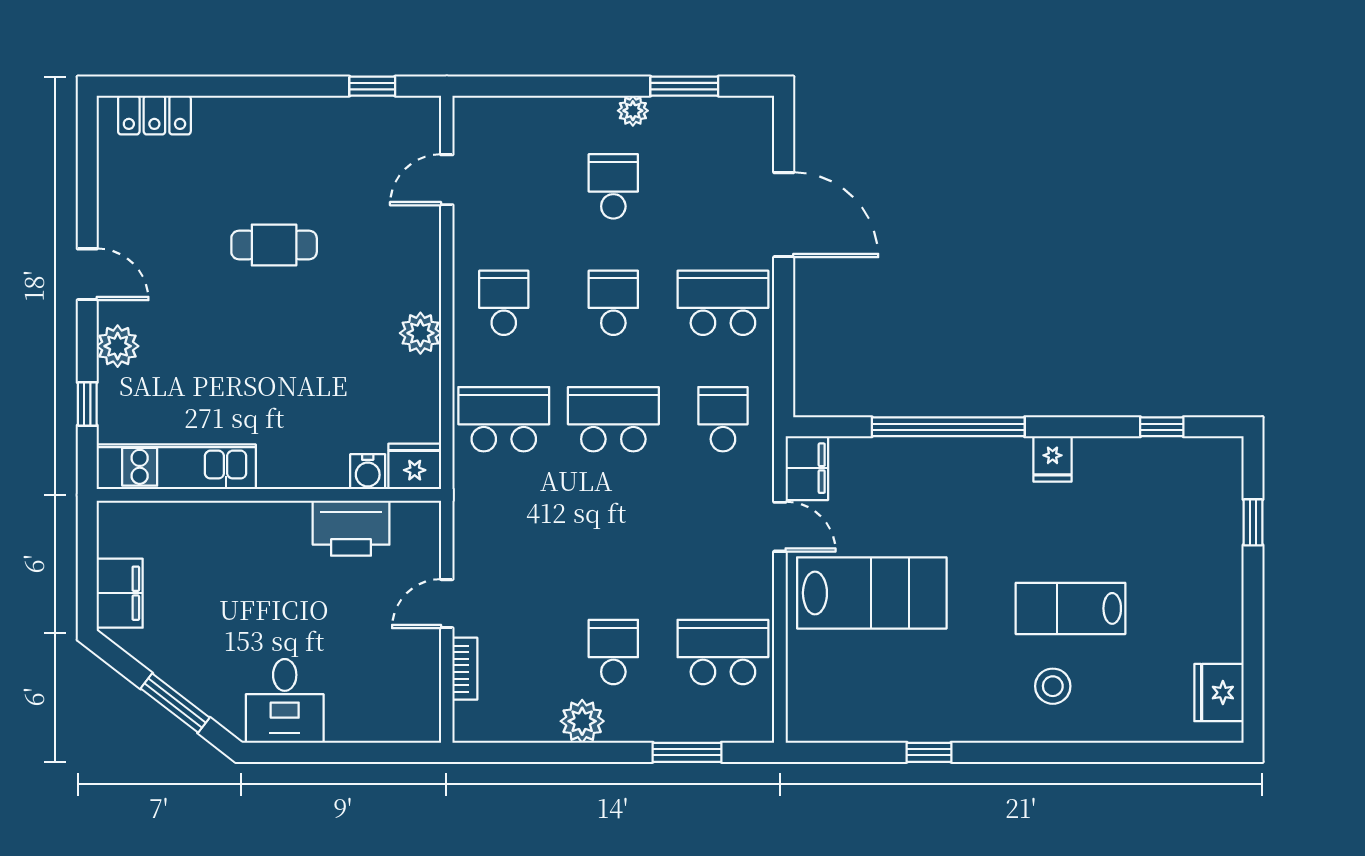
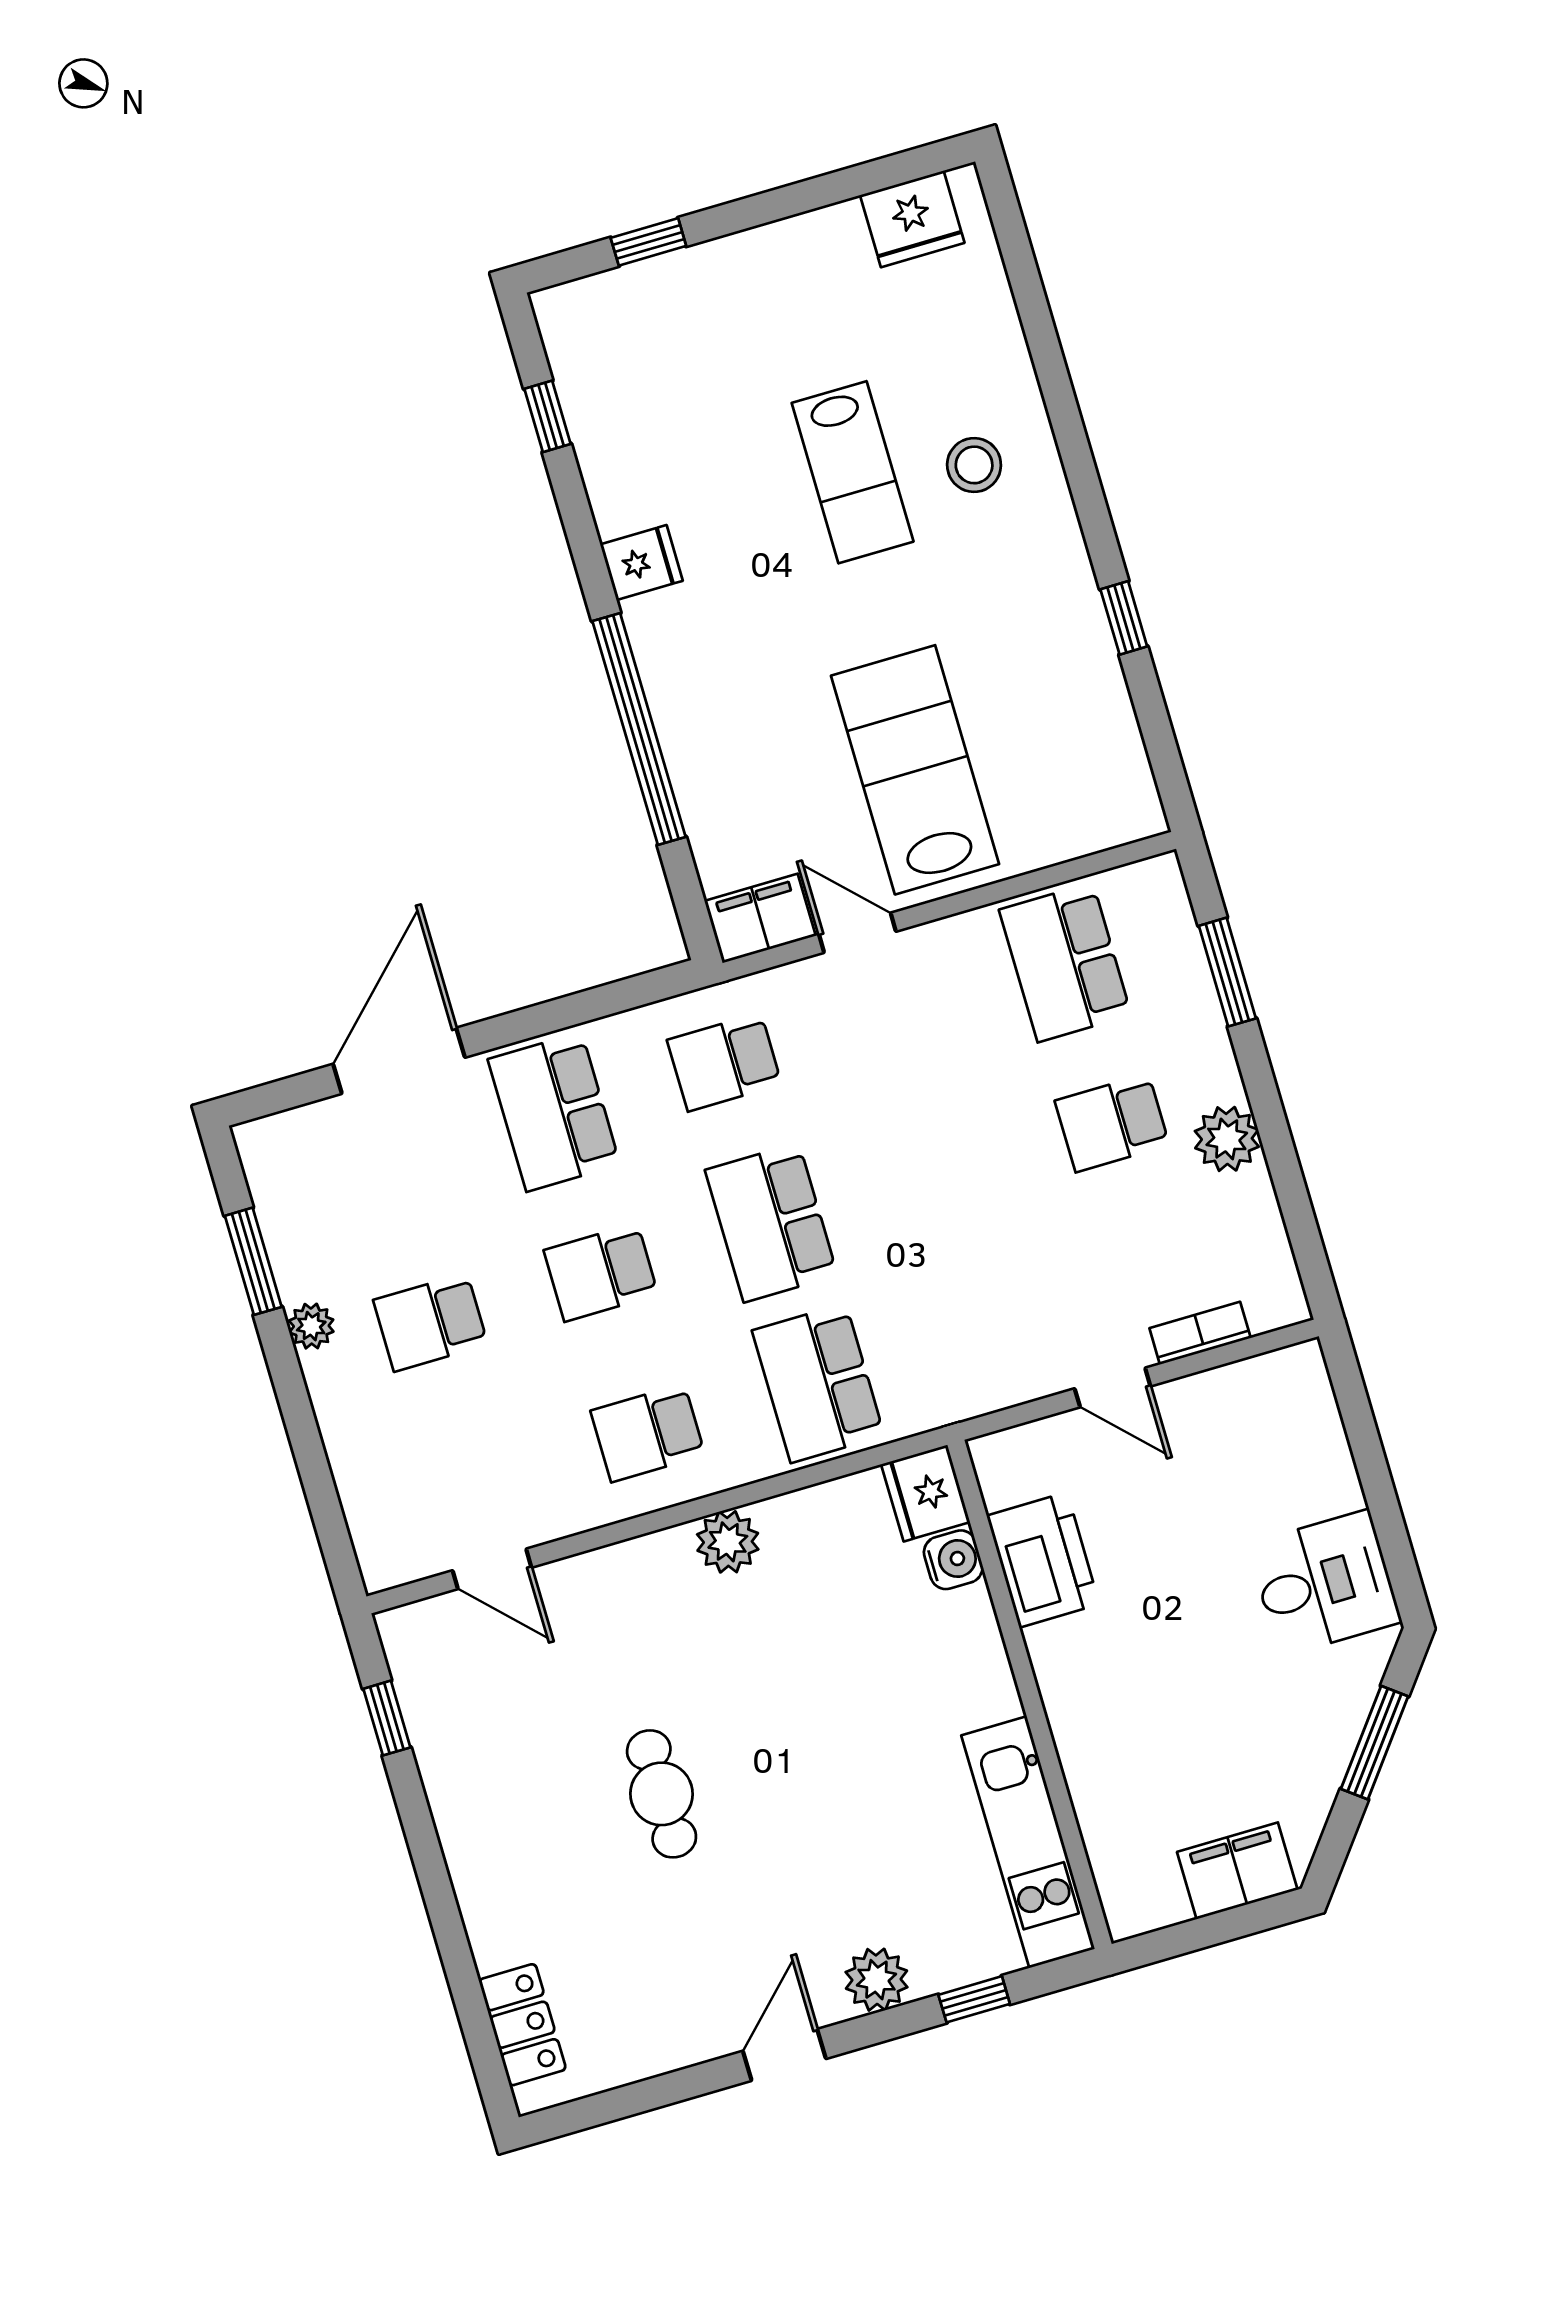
door: (780, 527) -> (857, 933), hinge flipped

